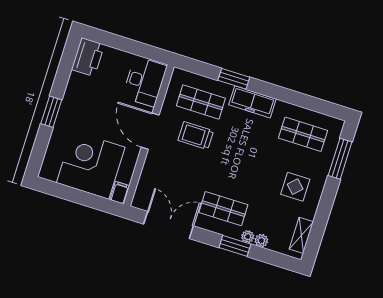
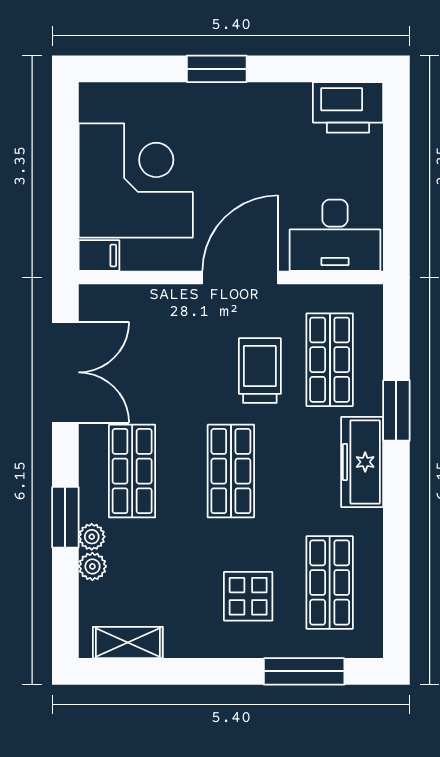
shop shelf: (238, 163) -> (231, 471), added
display table: (295, 187) -> (248, 596), moved

